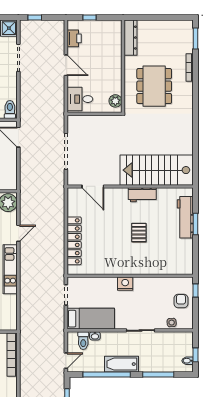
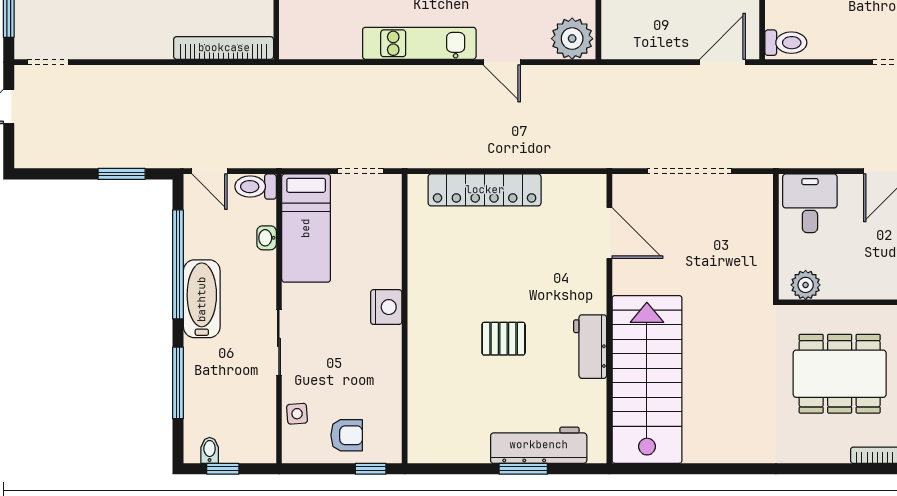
door: (93, 186) -> (609, 233), swing flipped
toilet: (83, 341) -> (256, 187), moved

